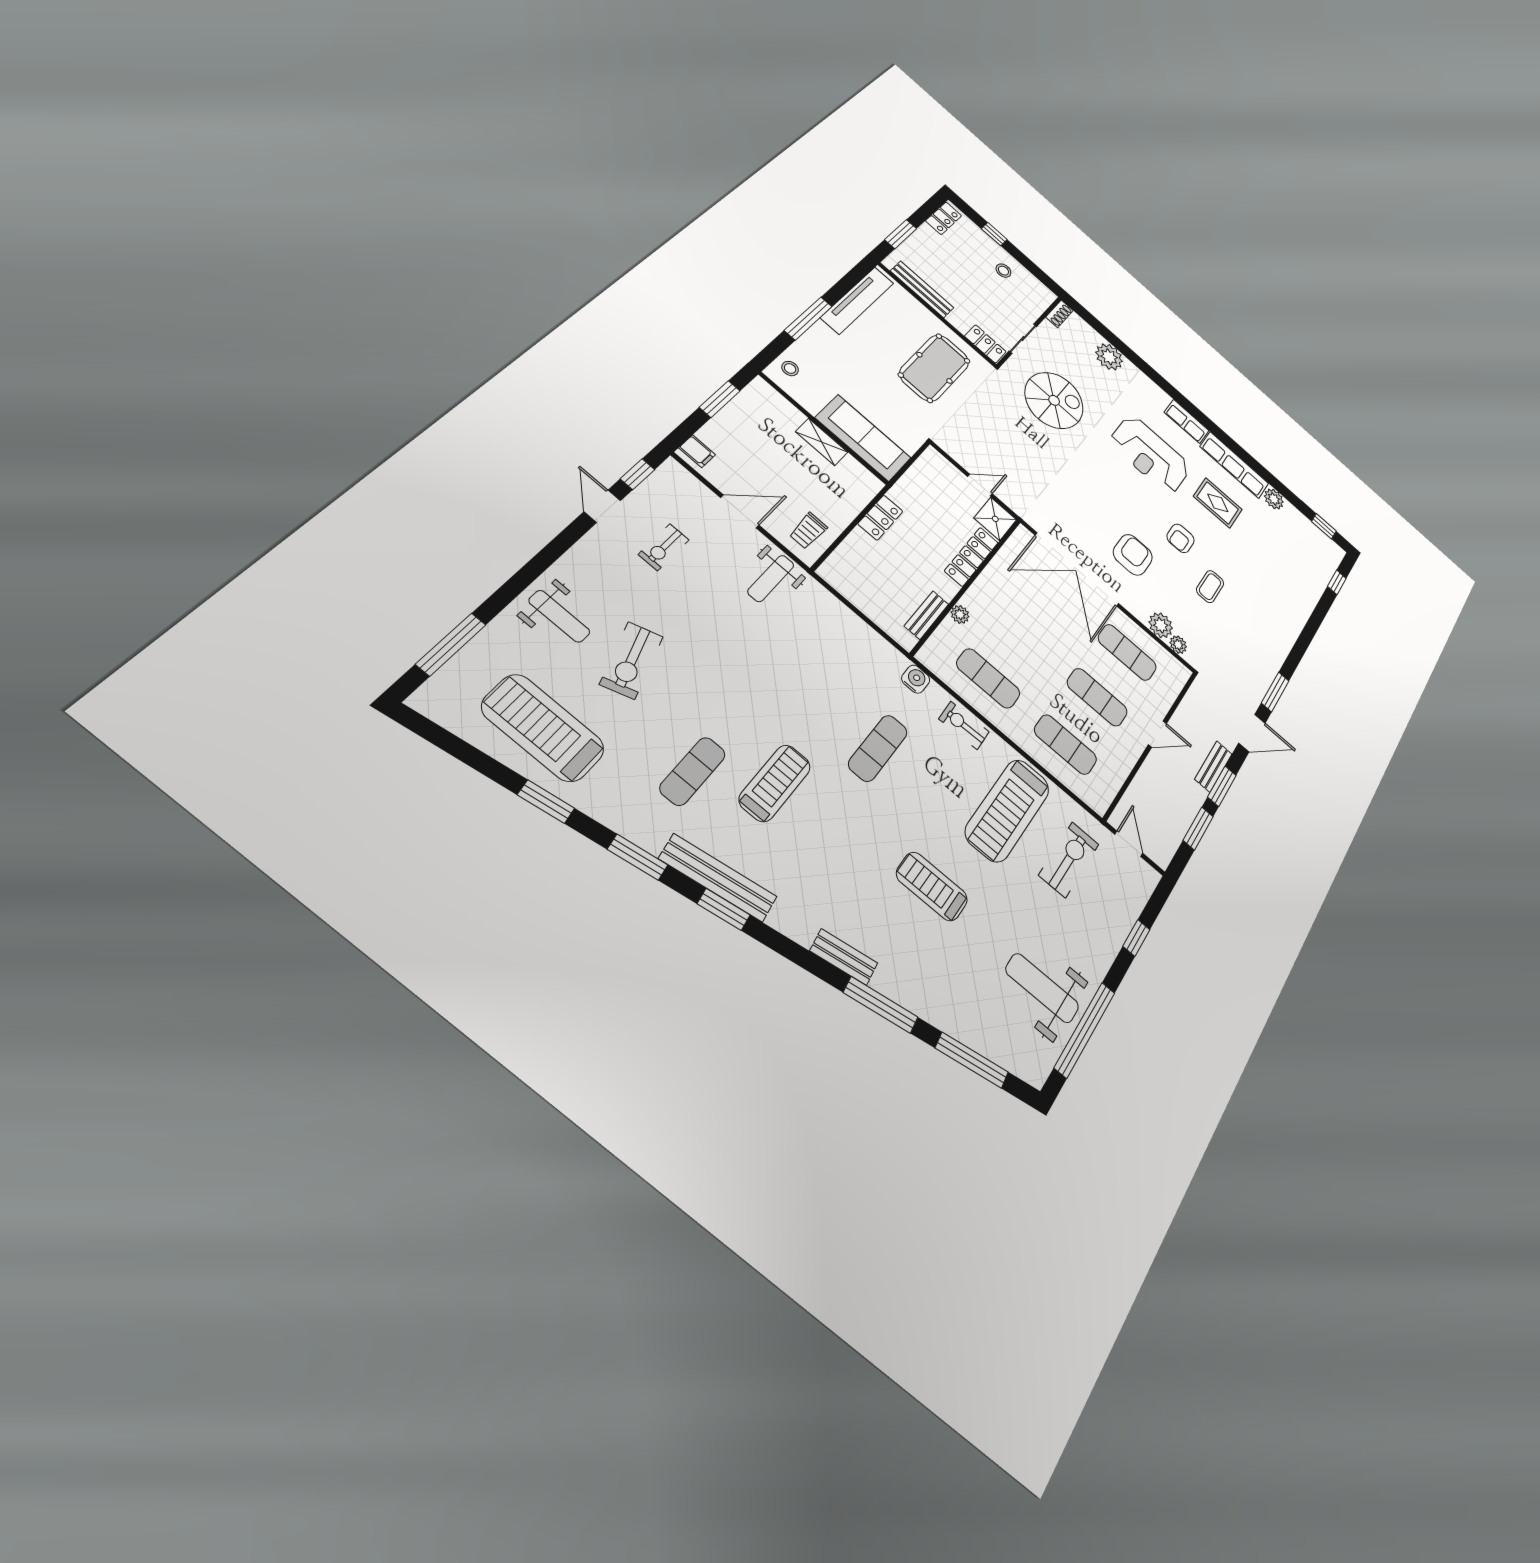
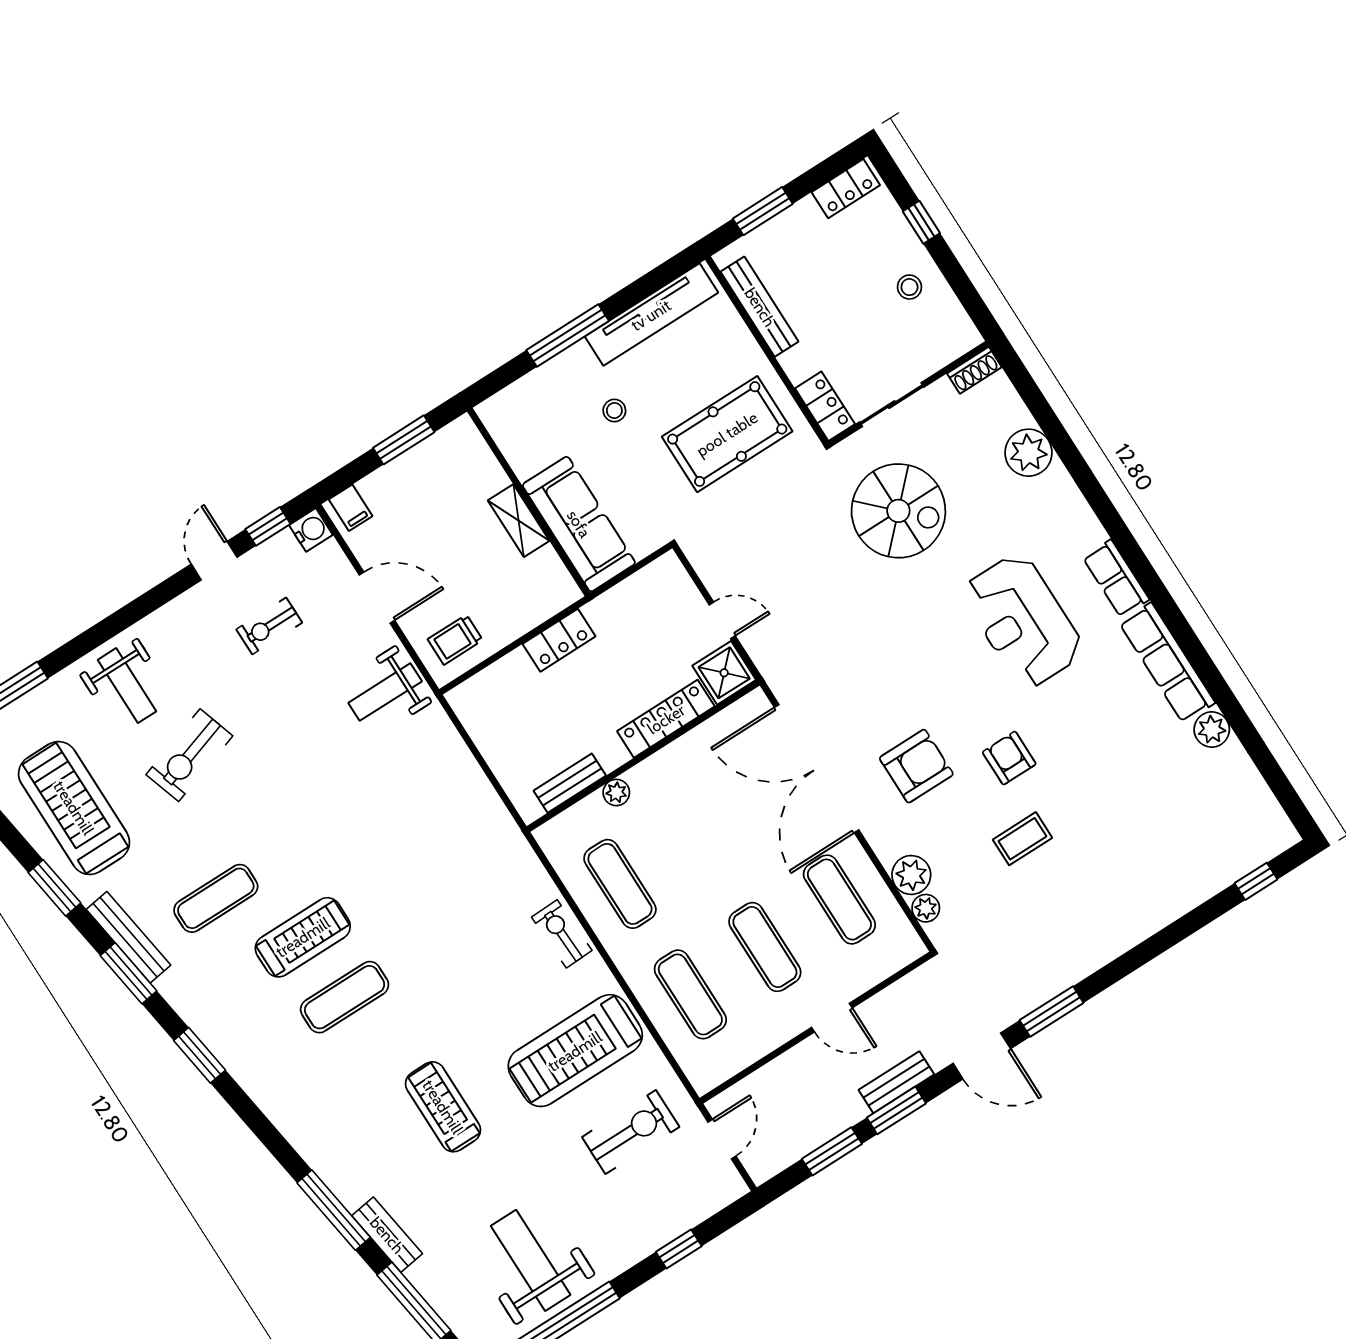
stool: (790, 368) -> (614, 410), moved
rug: (1218, 503) -> (1104, 717), removed
window: (1324, 526) -> (1283, 790), removed
armchair: (1181, 538) -> (1009, 758), turned 90
water cooler: (916, 679) -> (311, 530), moved
exercise mat: (878, 748) -> (345, 997), moved
bench: (718, 878) -> (129, 937), moved, width x0.73, depth x0.82
bench: (844, 957) -> (387, 1235), moved

